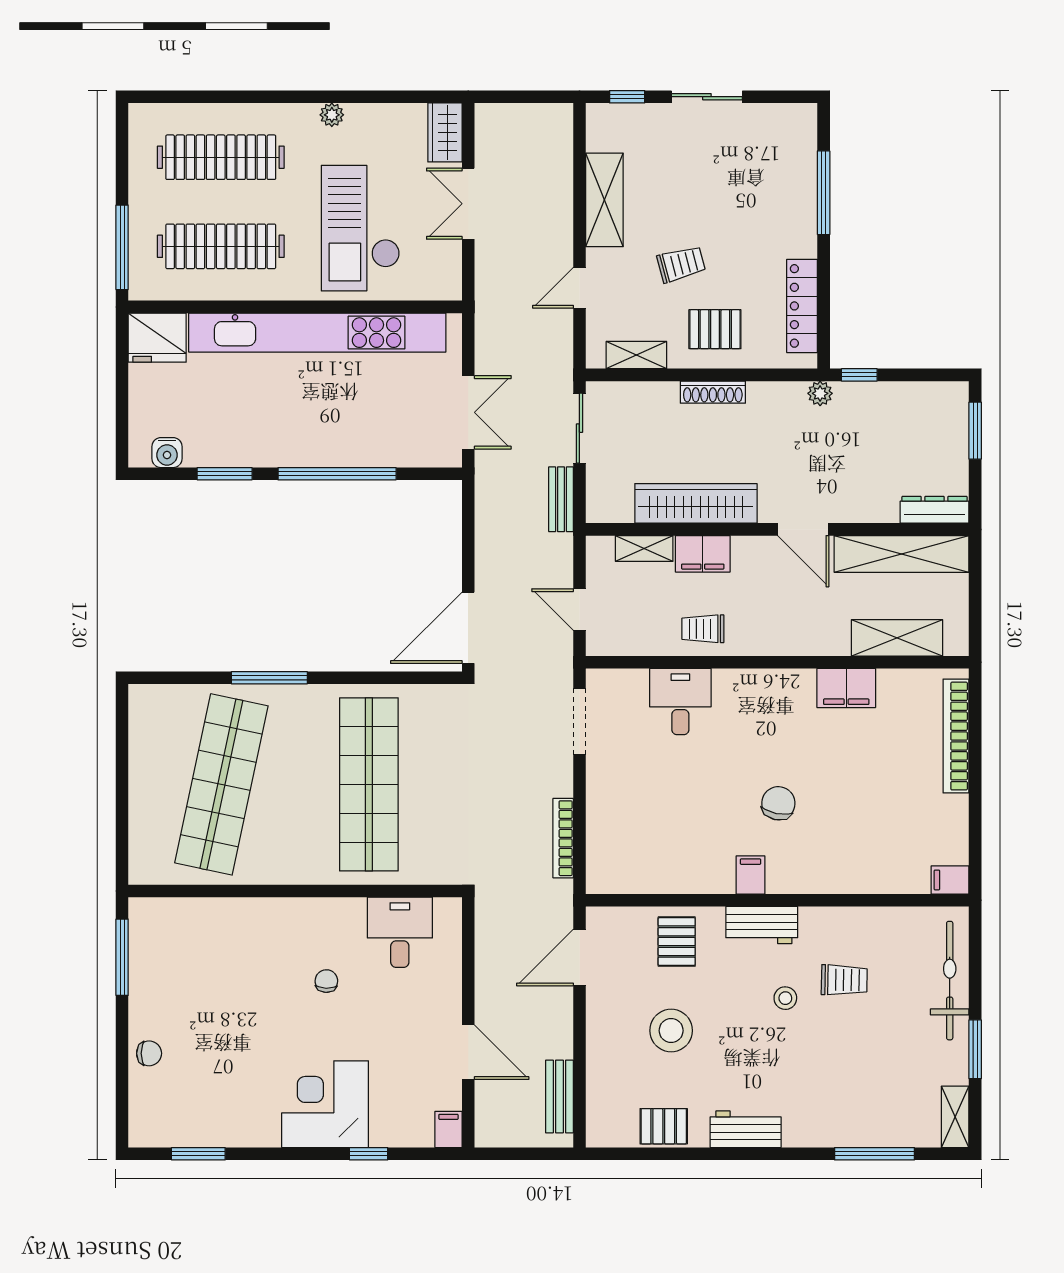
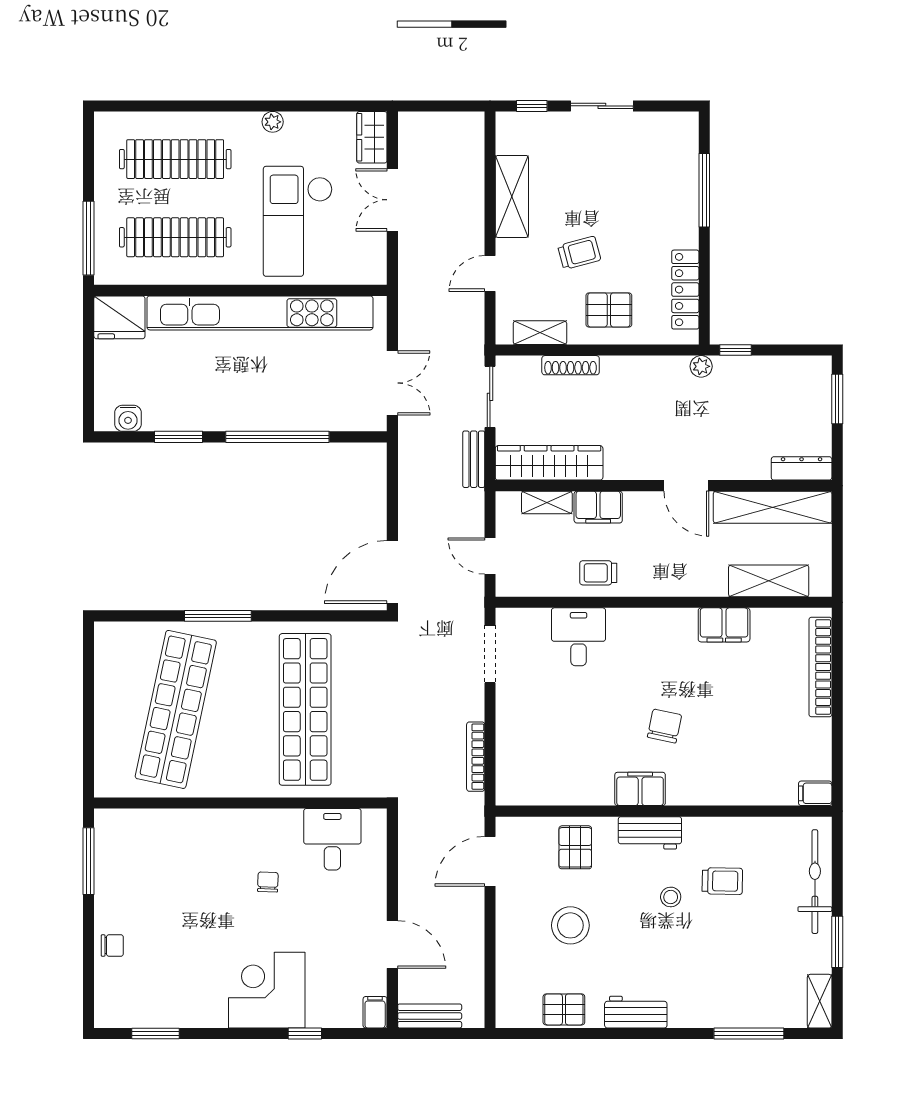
shoe rack: (713, 392) -> (571, 365), moved
wardrobe: (696, 503) -> (549, 463), moved
filing cabinet: (750, 875) -> (640, 789), width x2.00
bench: (559, 1097) -> (430, 1016), moved, turned 90

